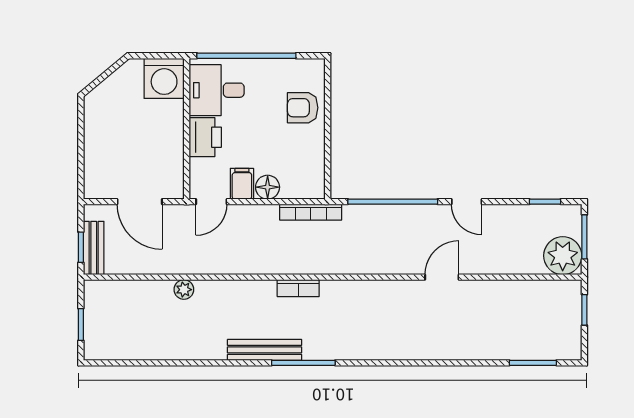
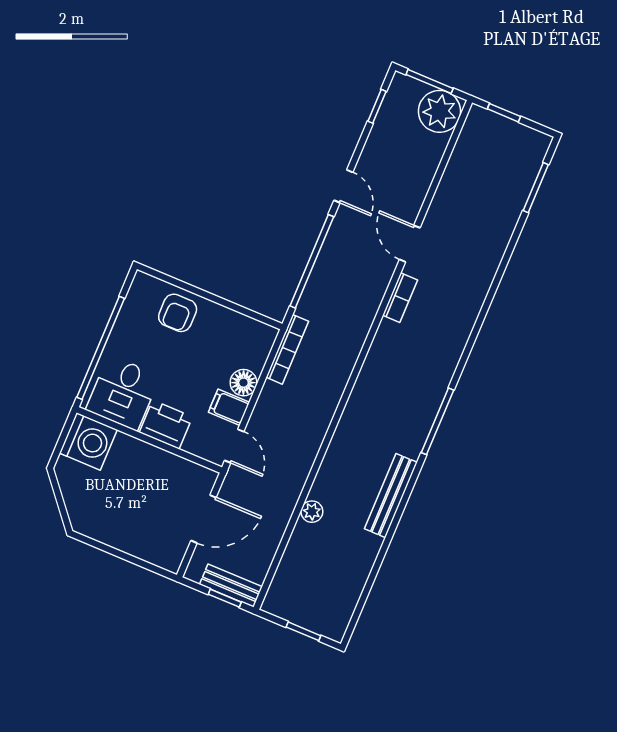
door: (467, 202) -> (343, 186), hinge flipped
bookcase: (298, 288) -> (400, 298), moved
bench: (265, 350) -> (391, 496), moved

